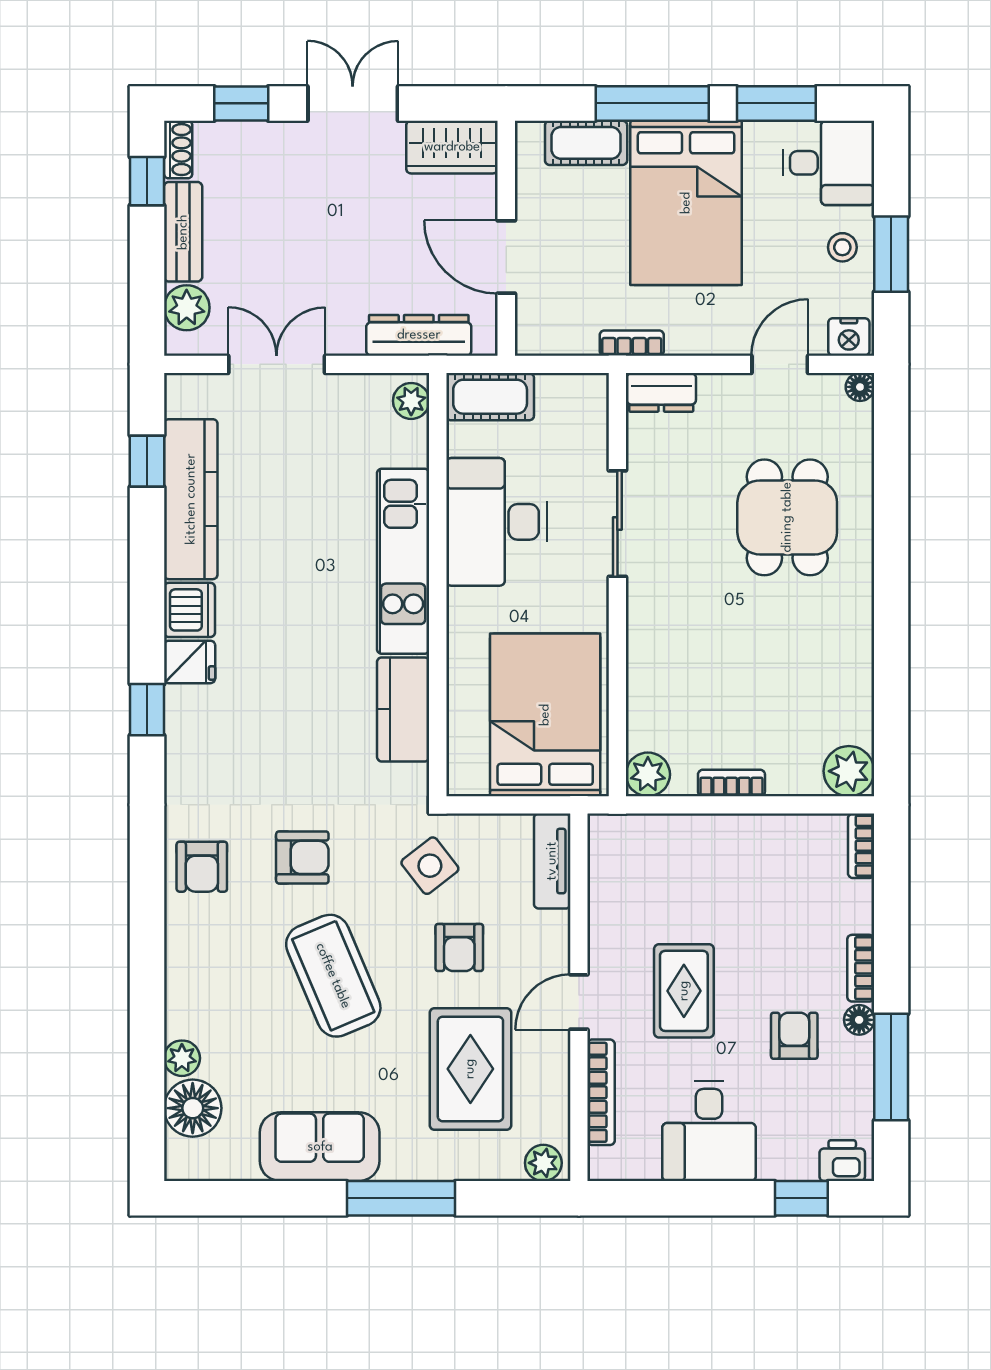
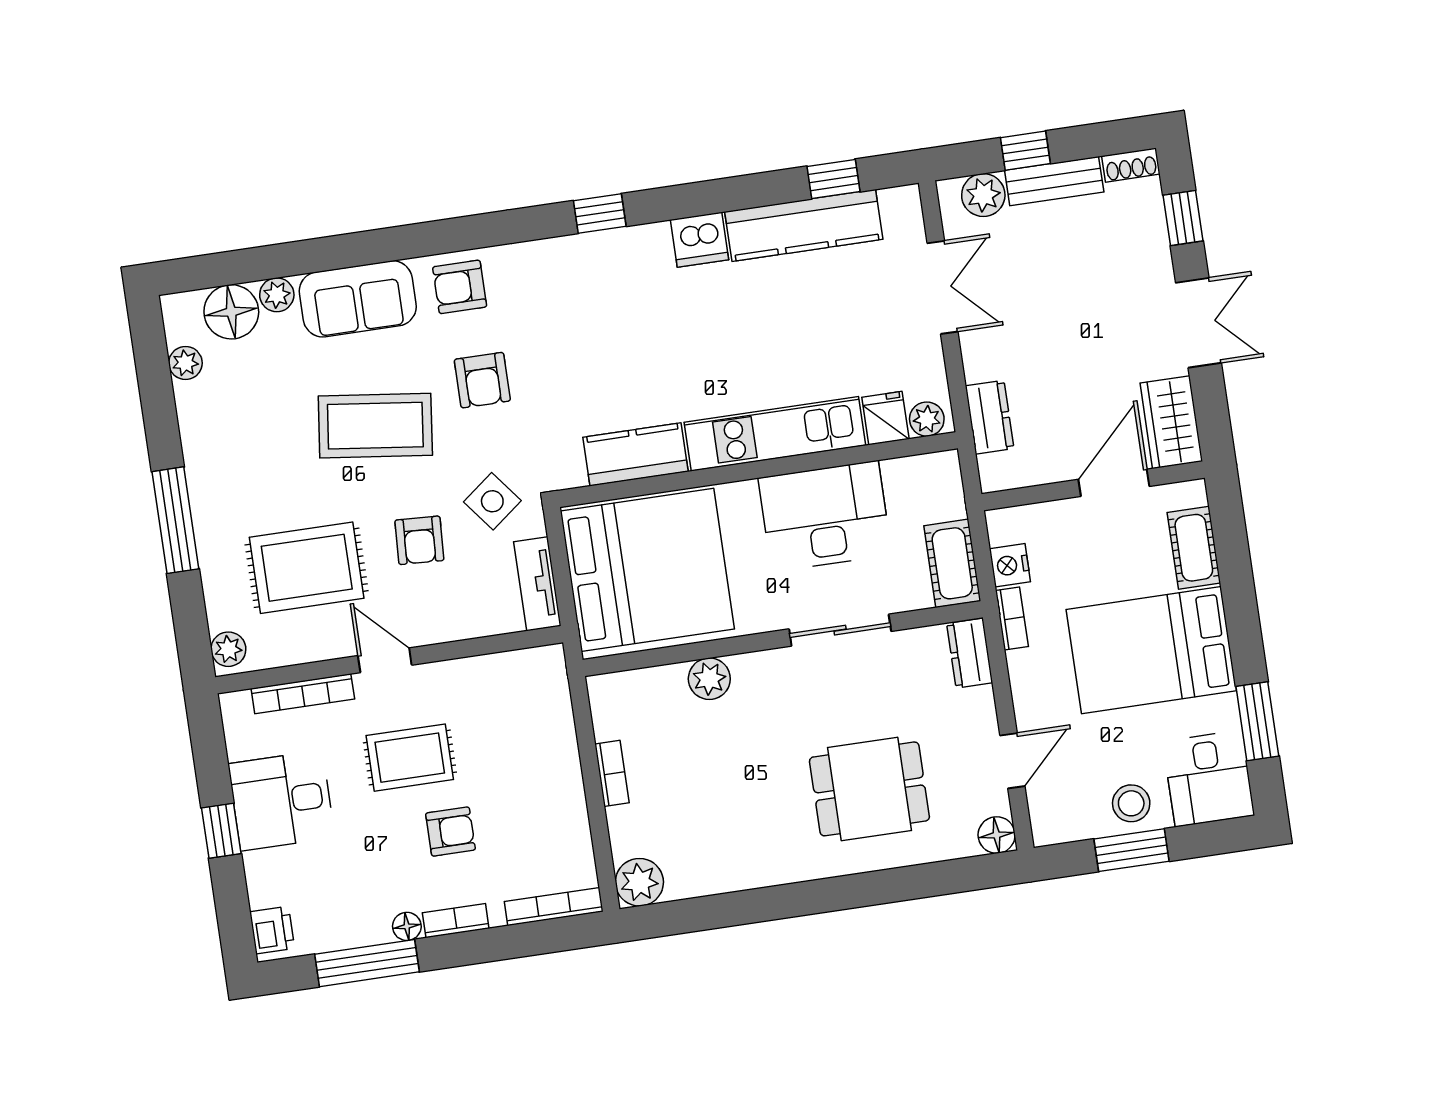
window: (652, 103) -> (1240, 605), removed
window: (147, 181) -> (1025, 151), moved
stool: (842, 247) -> (1131, 803), width x1.37, depth x1.37
door: (506, 257) -> (1114, 483), moved
dresser: (419, 335) -> (990, 417), width x0.70
nightstand: (849, 337) -> (1010, 565), moved
door: (780, 364) -> (1012, 761), hinge flipped
floor lamp: (860, 387) -> (997, 835), width x1.37, depth x1.37
cot: (490, 397) -> (952, 563), moved
fridge: (190, 662) -> (885, 418), moved, turned 180
bed: (545, 715) -> (647, 570), width x1.36
plant: (648, 774) -> (709, 679), moved
bookcase: (861, 846) -> (554, 907), width x1.56
tv unit: (552, 861) -> (537, 584), moved, turned -90
armchair: (459, 947) -> (419, 540), turned -87
coffee table: (333, 976) -> (375, 426), turned 30
armchair: (794, 1036) -> (450, 832), moved
sofa: (320, 1147) -> (358, 299), moved, turned 90
plant: (239, 1164) -> (185, 363), added
window: (801, 1198) -> (221, 831), moved

